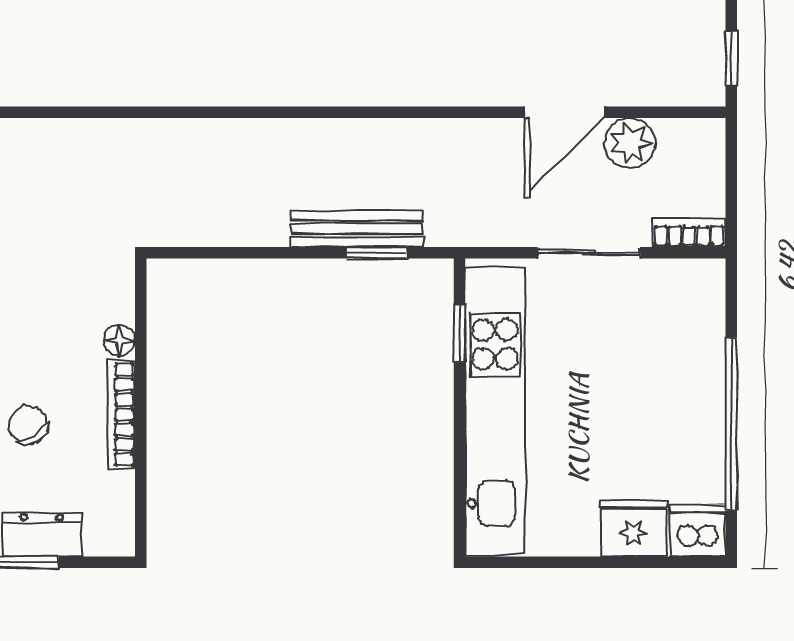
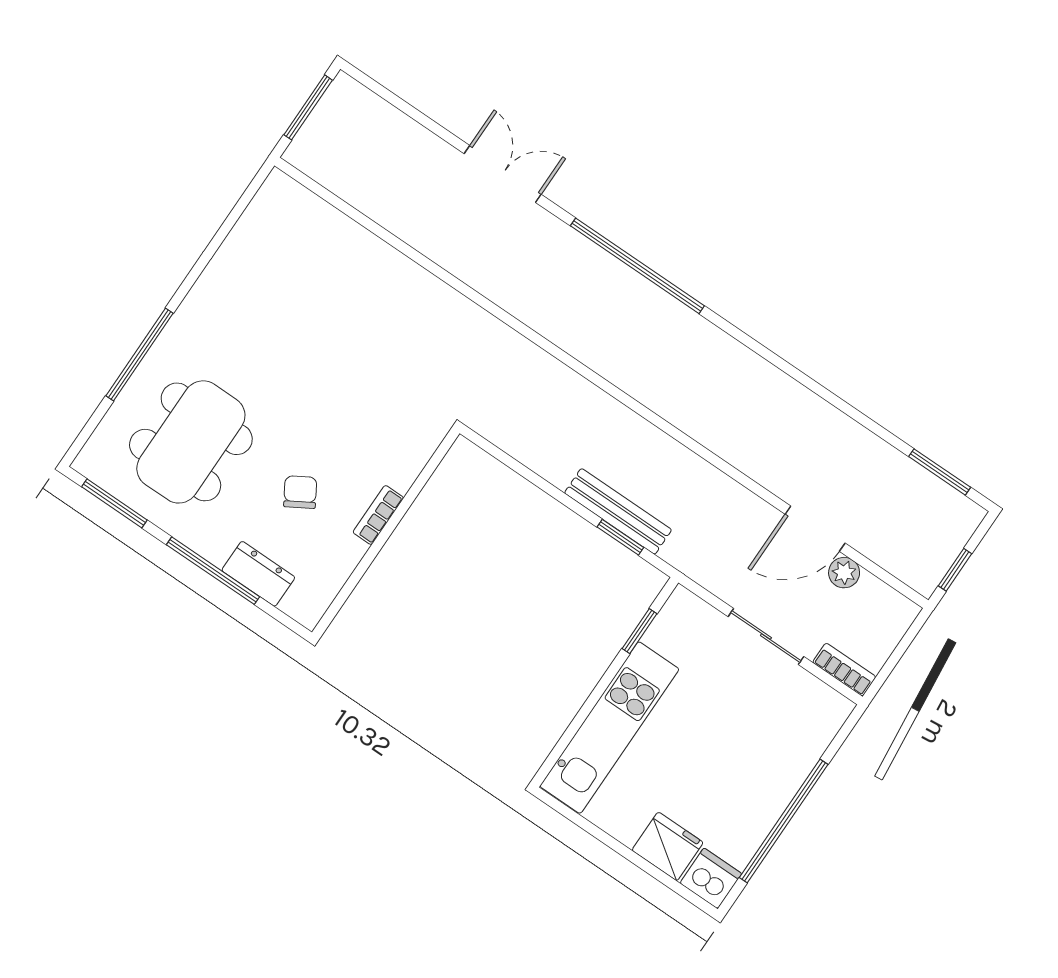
plant: (630, 143) -> (844, 573), width x0.73, depth x0.73
floor lamp: (119, 340) -> (403, 477), removed
kitchen unit: (495, 411) -> (609, 728), width x0.73
bookcase: (121, 414) -> (378, 515), width x0.64

